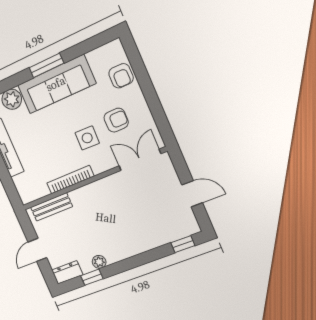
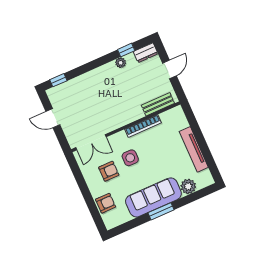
armchair: (121, 76) -> (106, 203), turned 90
armchair: (116, 120) -> (109, 171), turned 180

